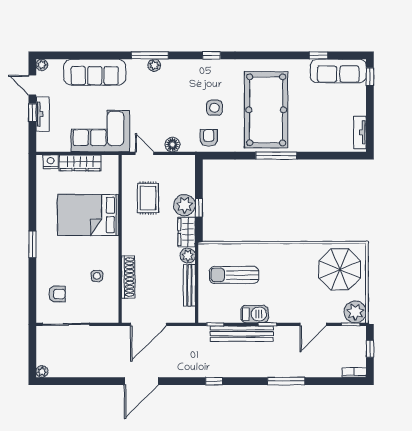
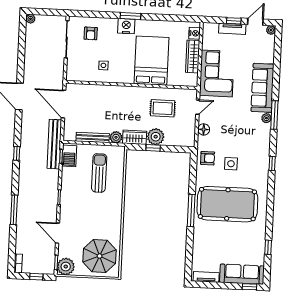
sofa: (338, 71) -> (242, 274), moved, turned 90
sofa: (95, 72) -> (262, 88), moved
nightstand: (45, 249) -> (126, 26), added
shoe rack: (128, 277) -> (101, 90), removed
barbecue: (255, 314) -> (69, 156), moved
bench: (242, 334) -> (54, 144), moved

